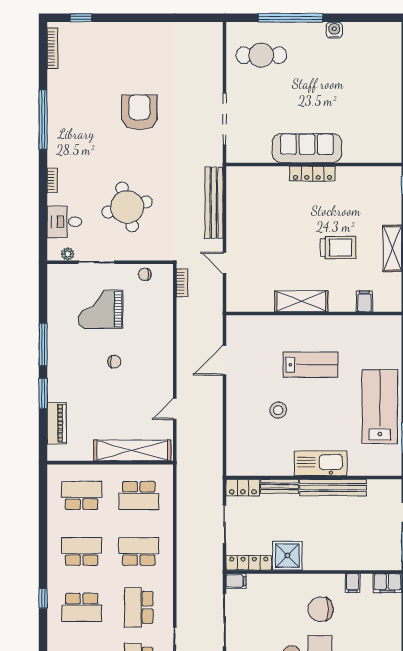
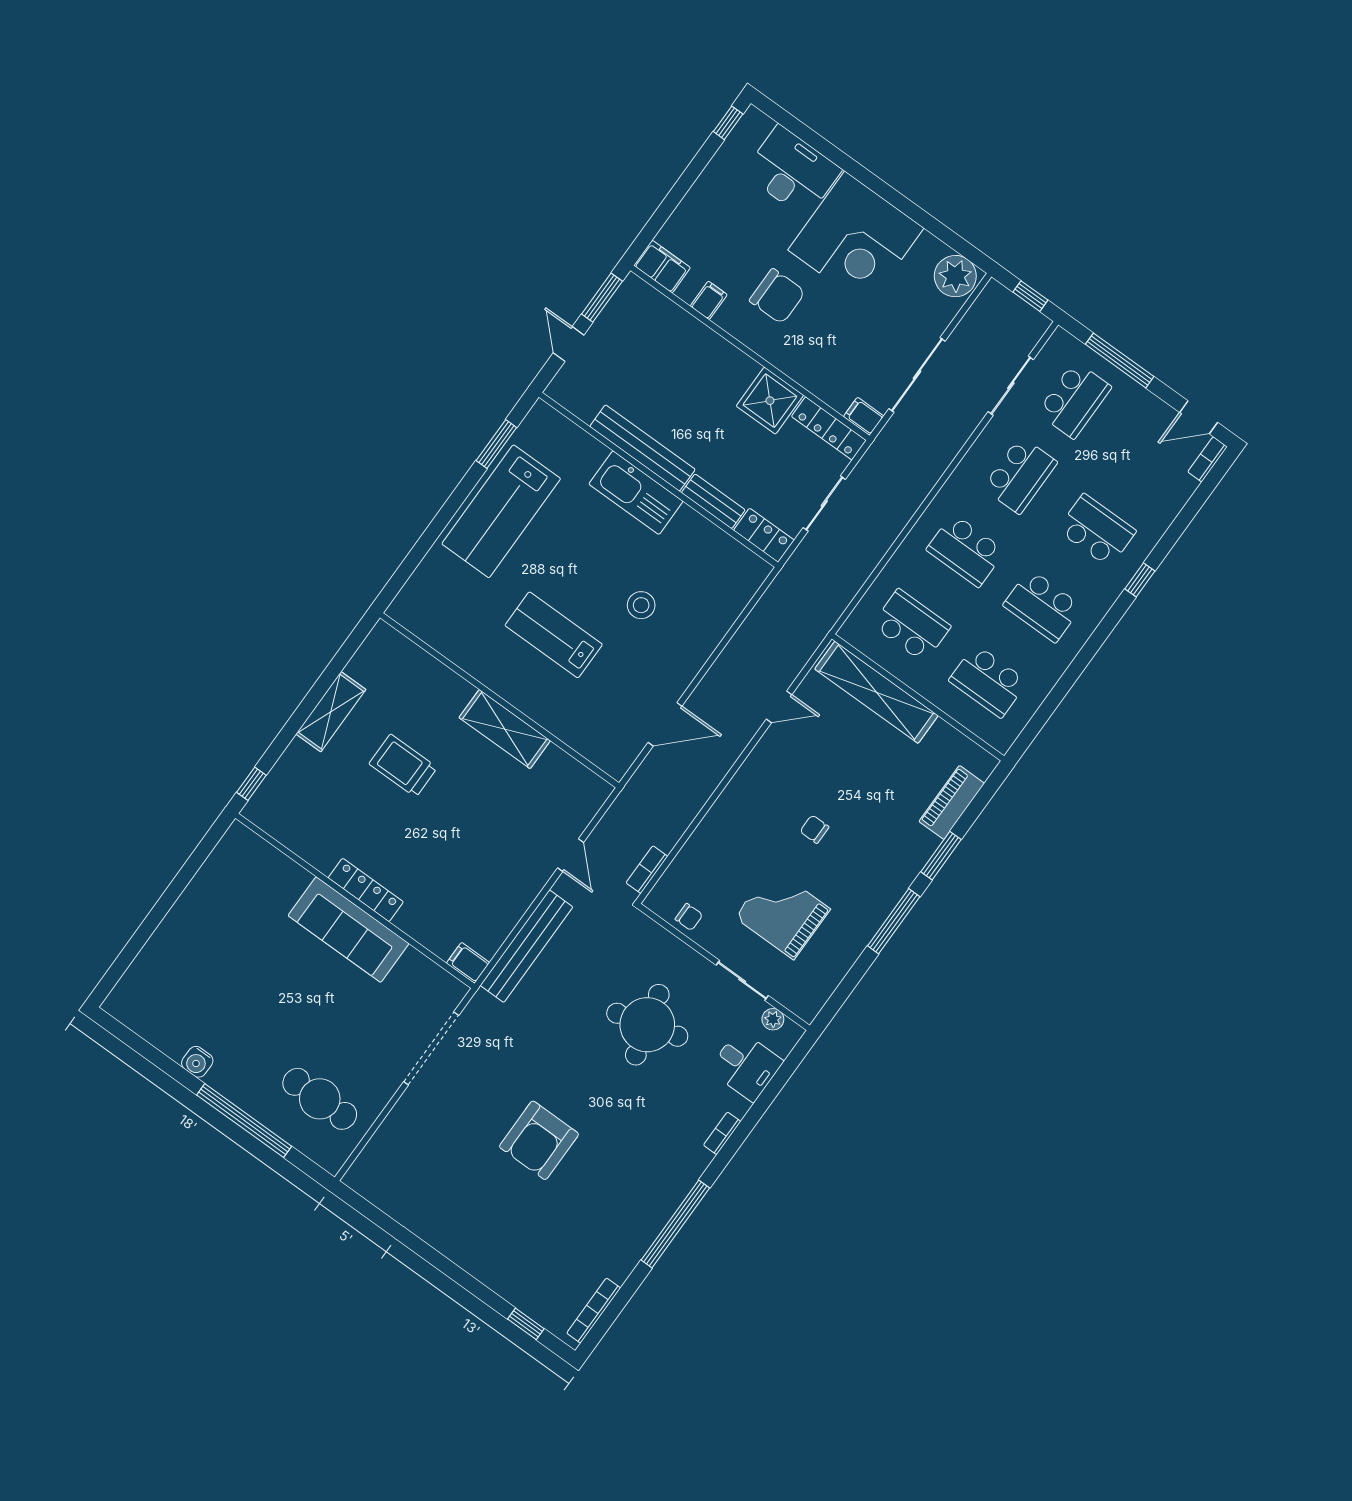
filing cabinet: (364, 301) -> (468, 963), moved, turned 90
grand piano: (100, 309) -> (782, 913), turned 180

